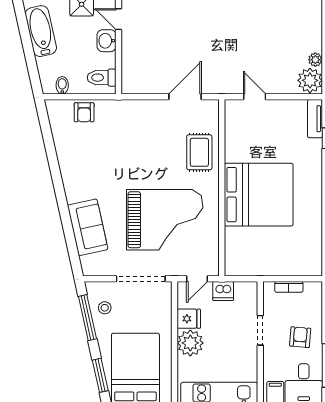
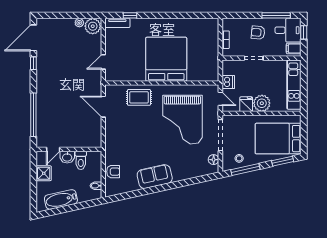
toilet: (102, 78) -> (81, 160), moved
grand piano: (165, 220) -> (182, 120), turned 180
sofa: (88, 227) -> (155, 177), moved
floor lamp: (103, 268) -> (214, 160), added

